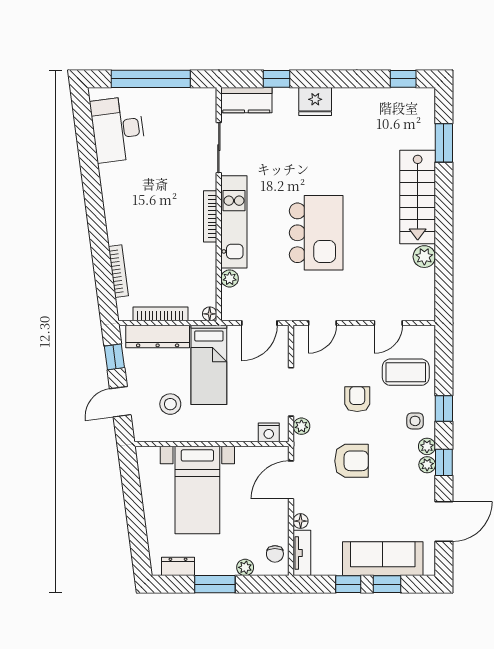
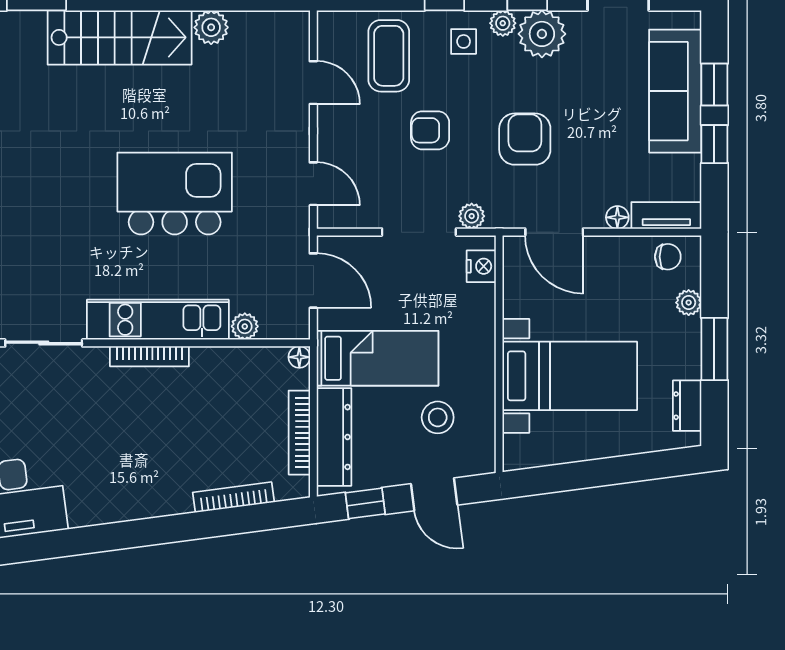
plant: (427, 465) -> (542, 34), width x1.88, depth x1.88

